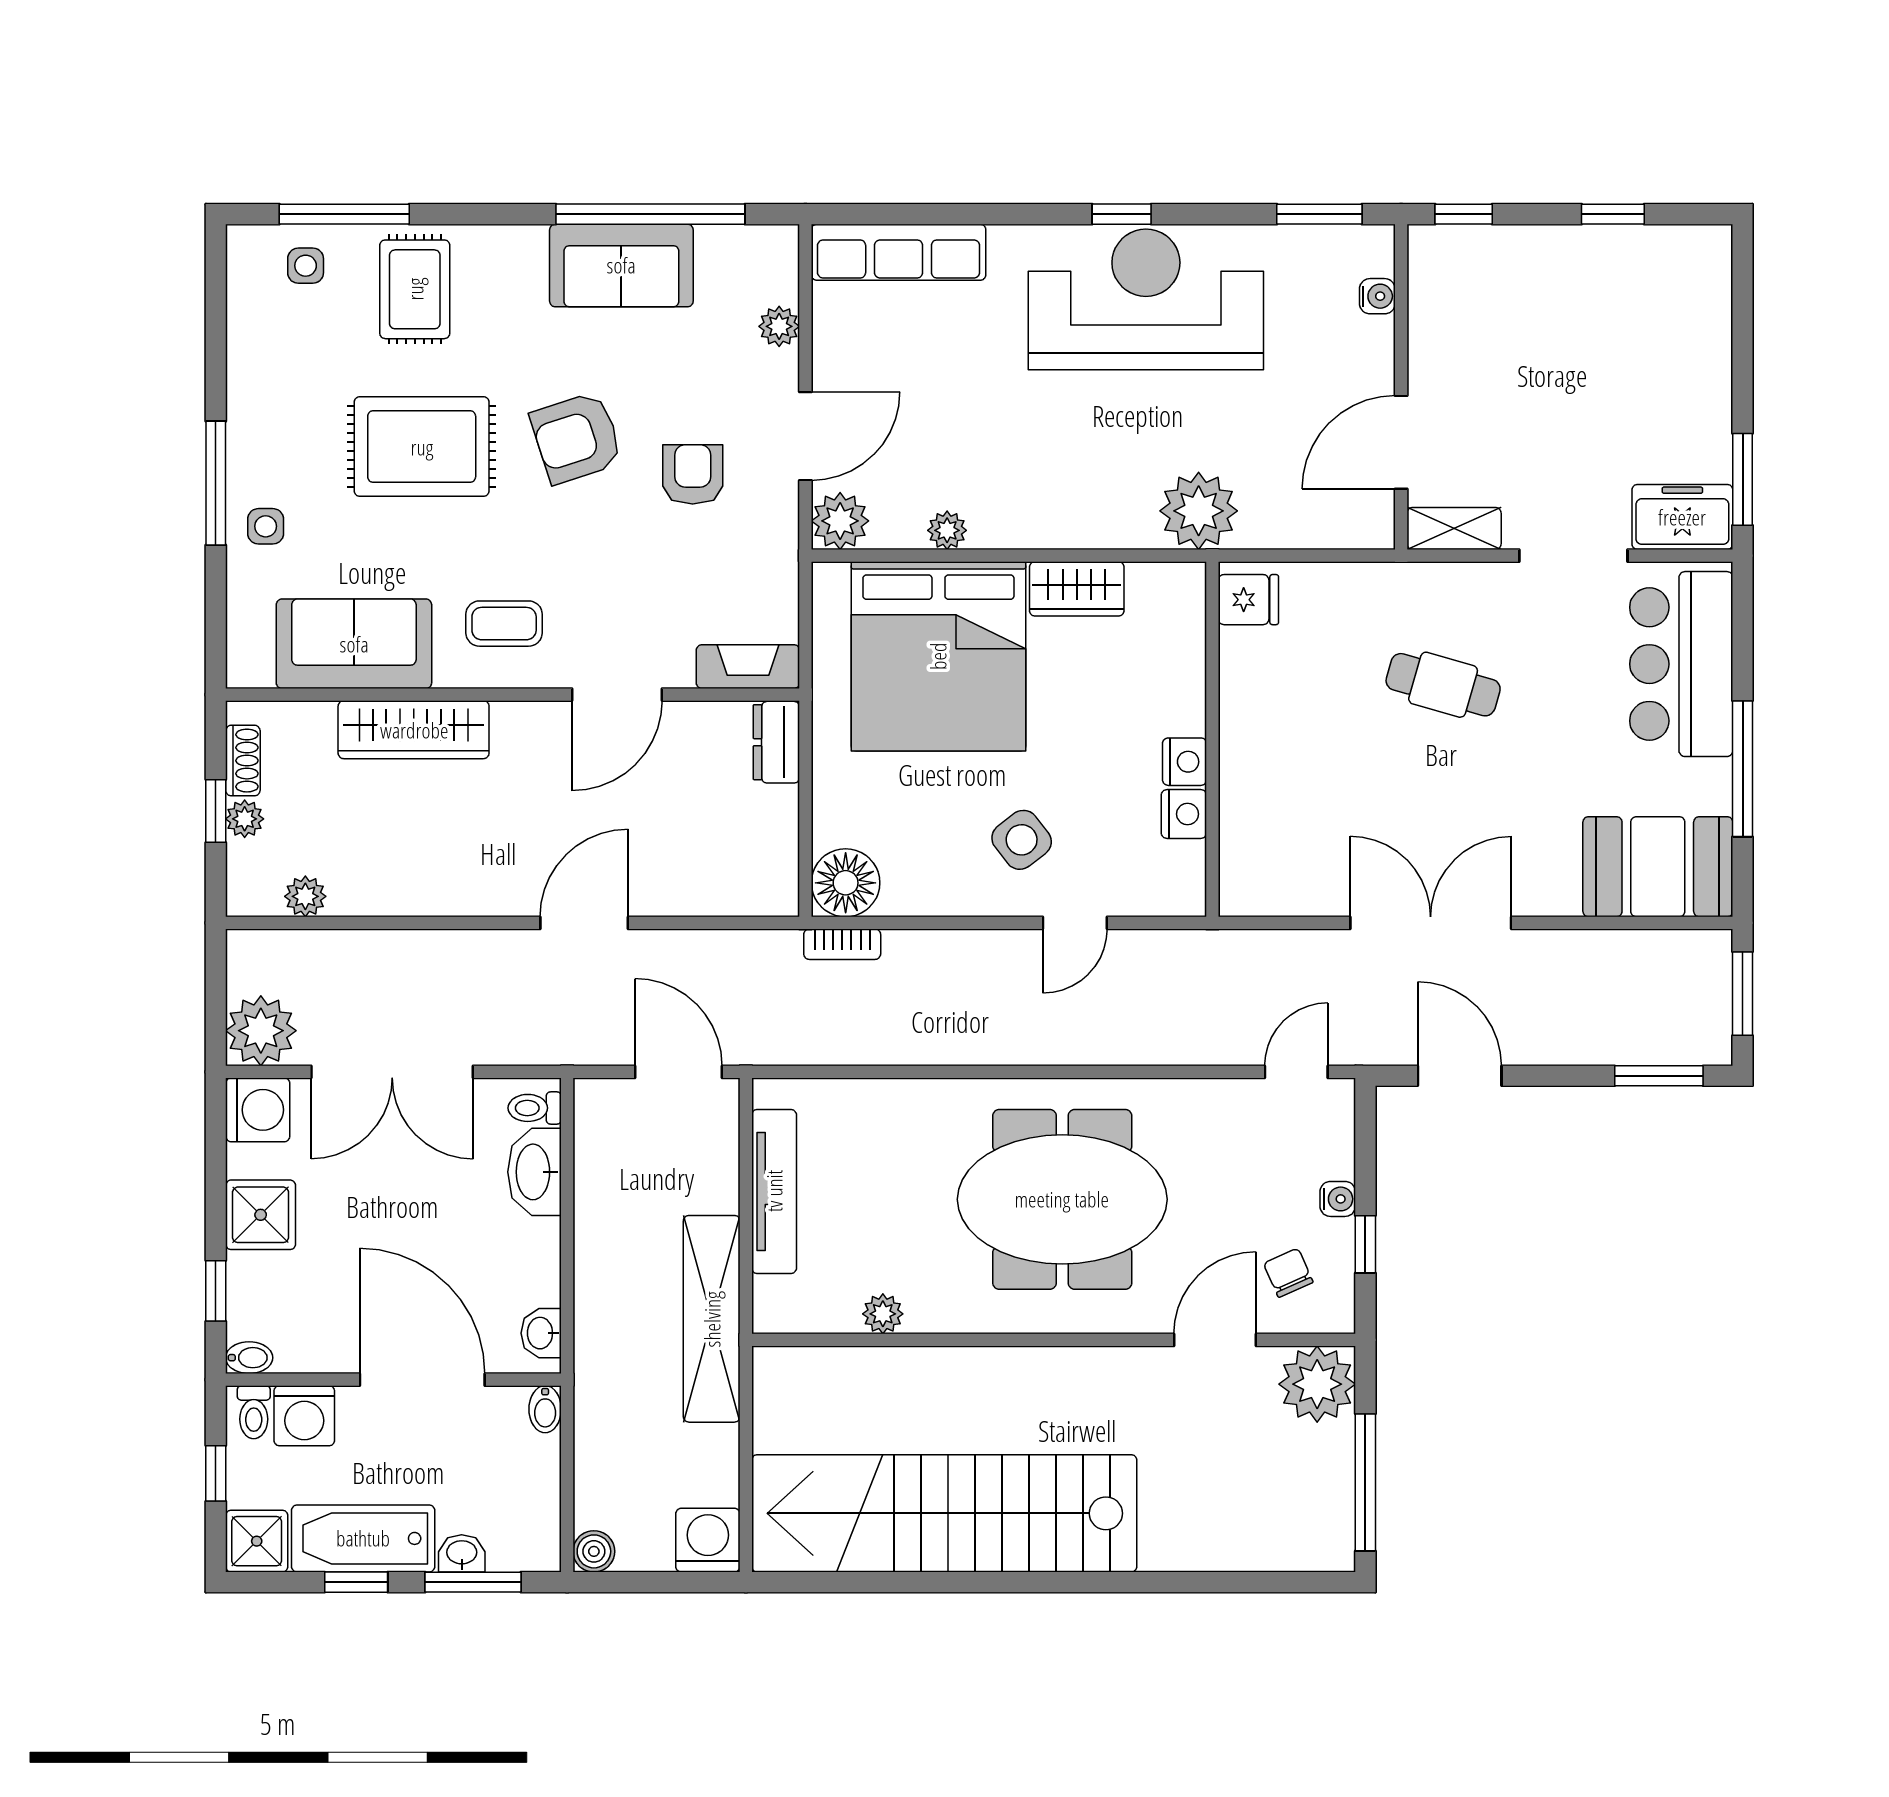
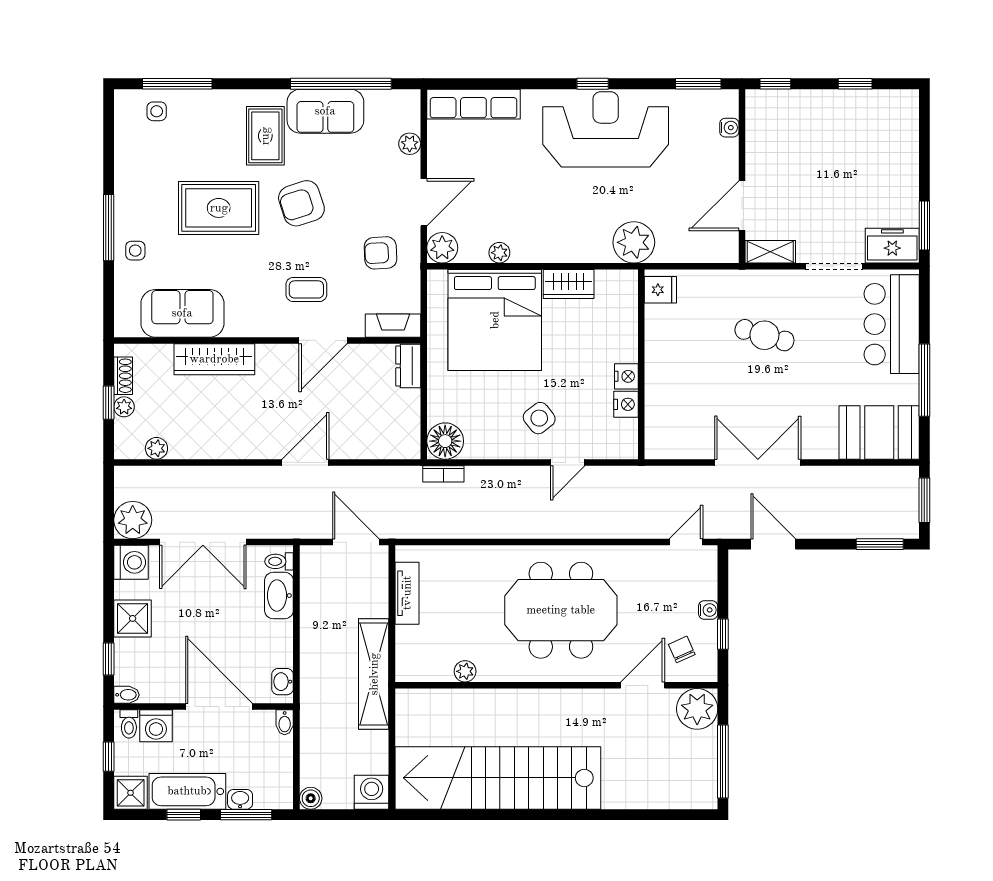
rug: (415, 289) -> (265, 136), moved
armchair: (693, 474) -> (381, 253), moved, turned -93
coffee table: (504, 624) -> (306, 289), moved
tv unit: (774, 1191) -> (407, 593), width x0.71

